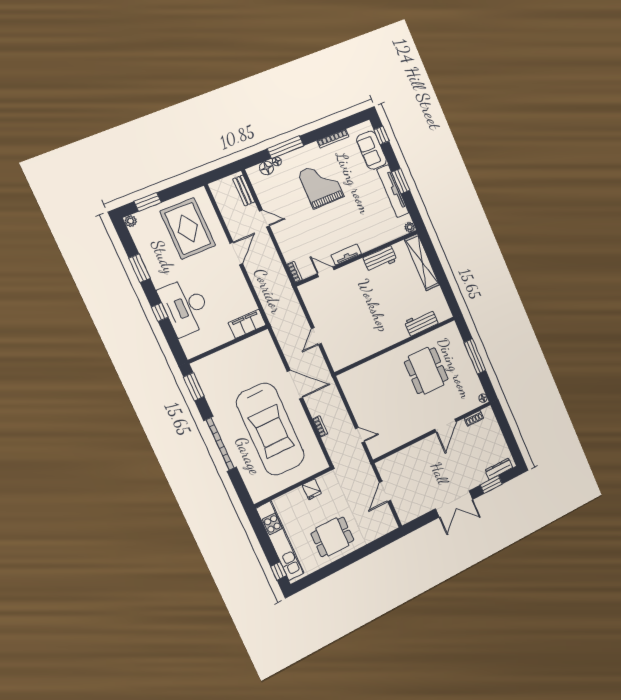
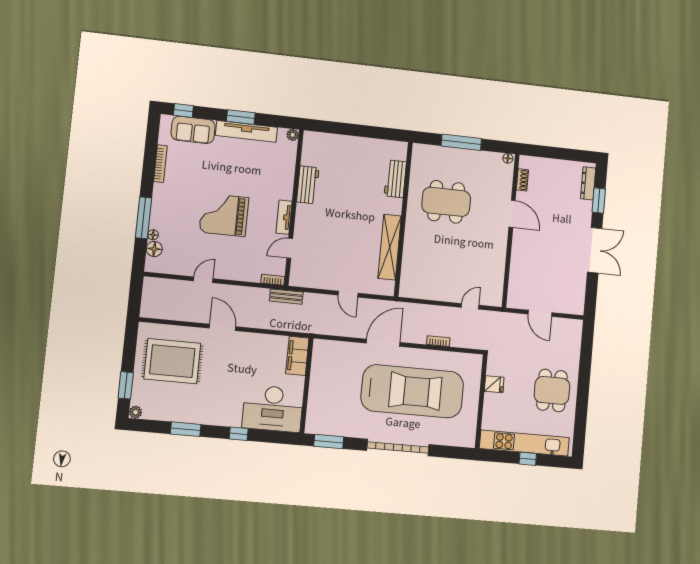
grand piano: (321, 185) -> (224, 215), moved
bench: (244, 190) -> (286, 297), moved
shelving: (422, 262) -> (390, 247), moved, turned 90
desk: (185, 307) -> (273, 409), moved
window: (278, 571) -> (528, 459), moved

